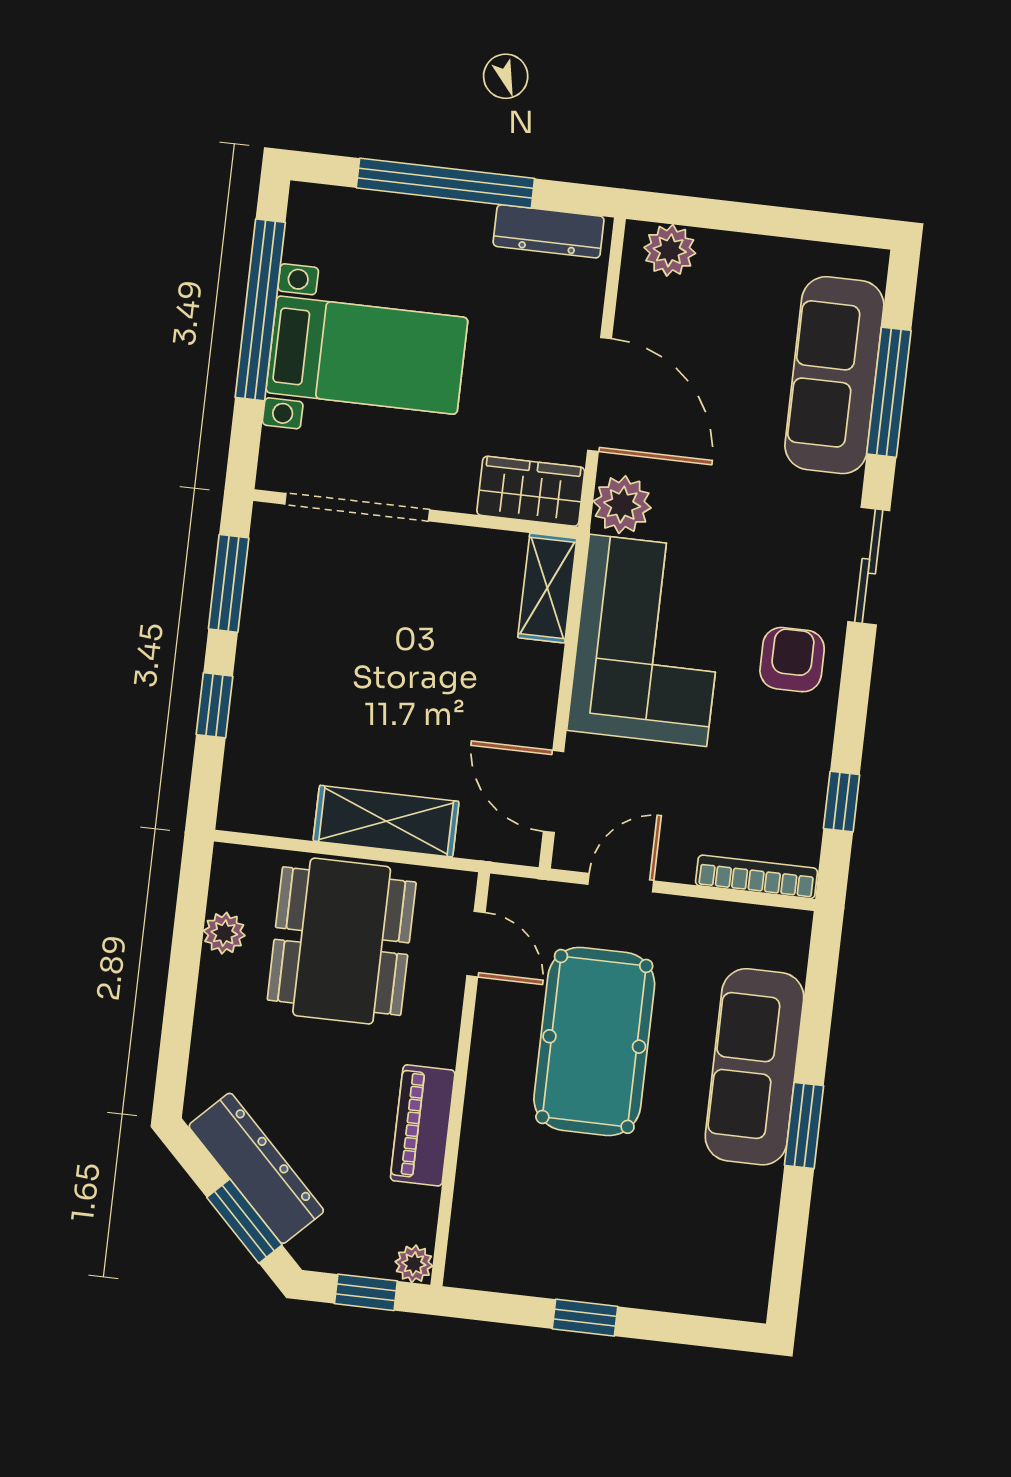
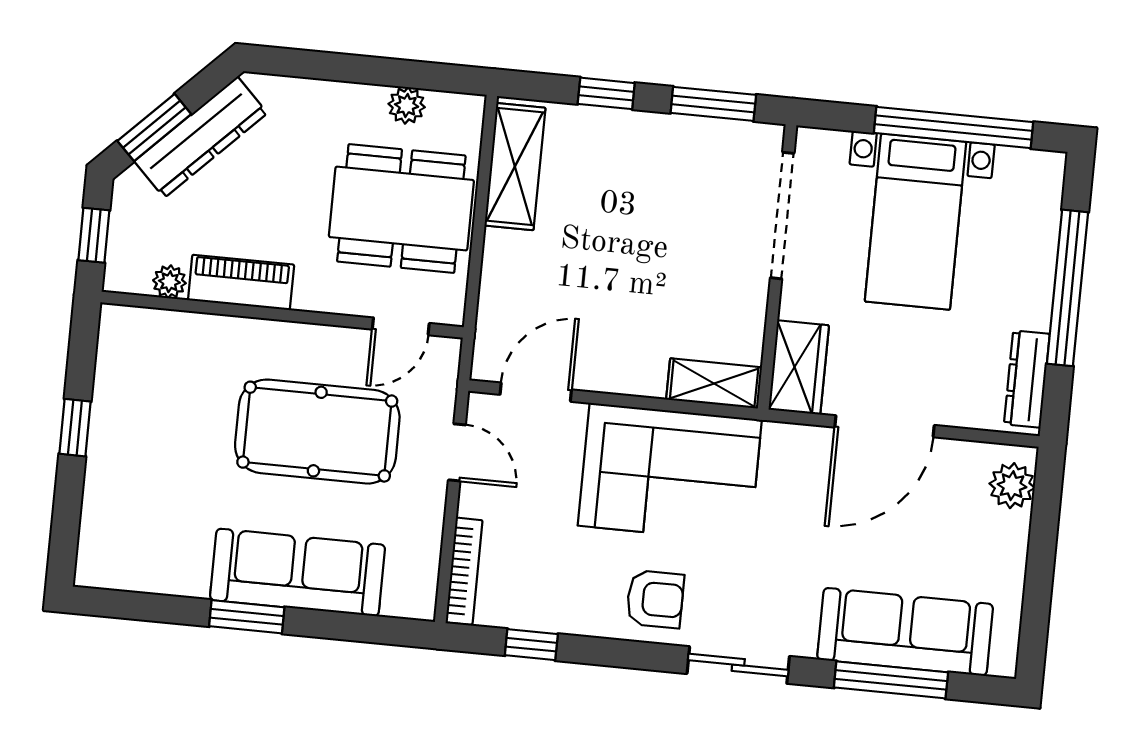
plant: (622, 505) -> (788, 448), removed
shelving: (386, 821) -> (515, 167), moved
plant: (414, 1264) -> (169, 282), moved

